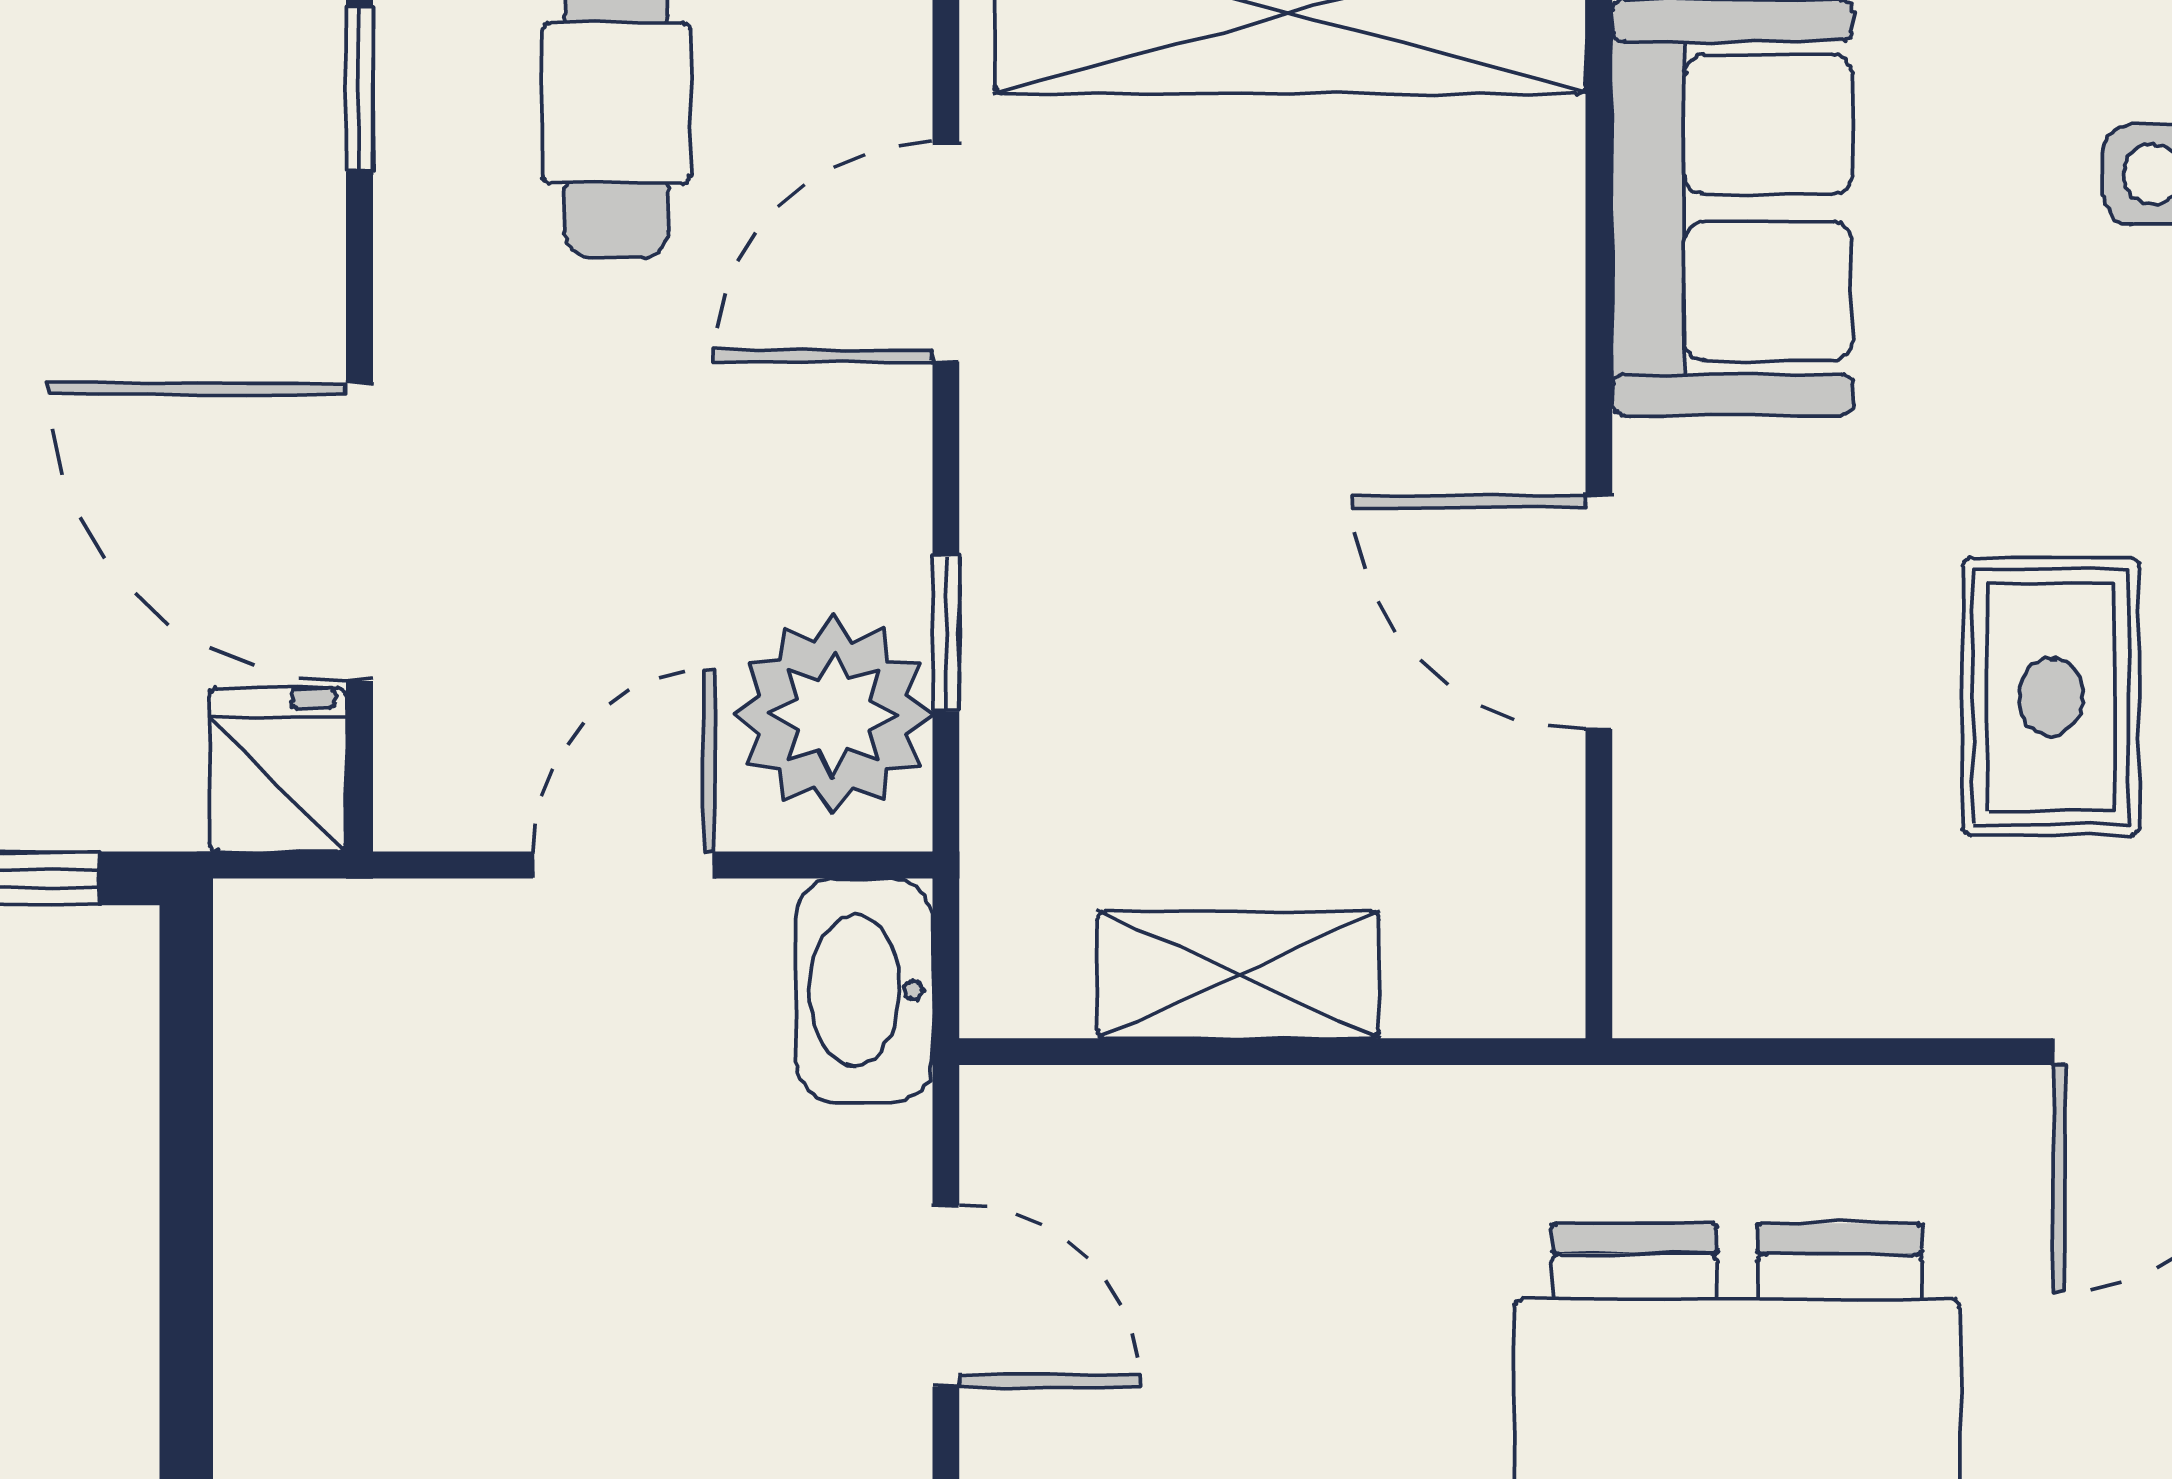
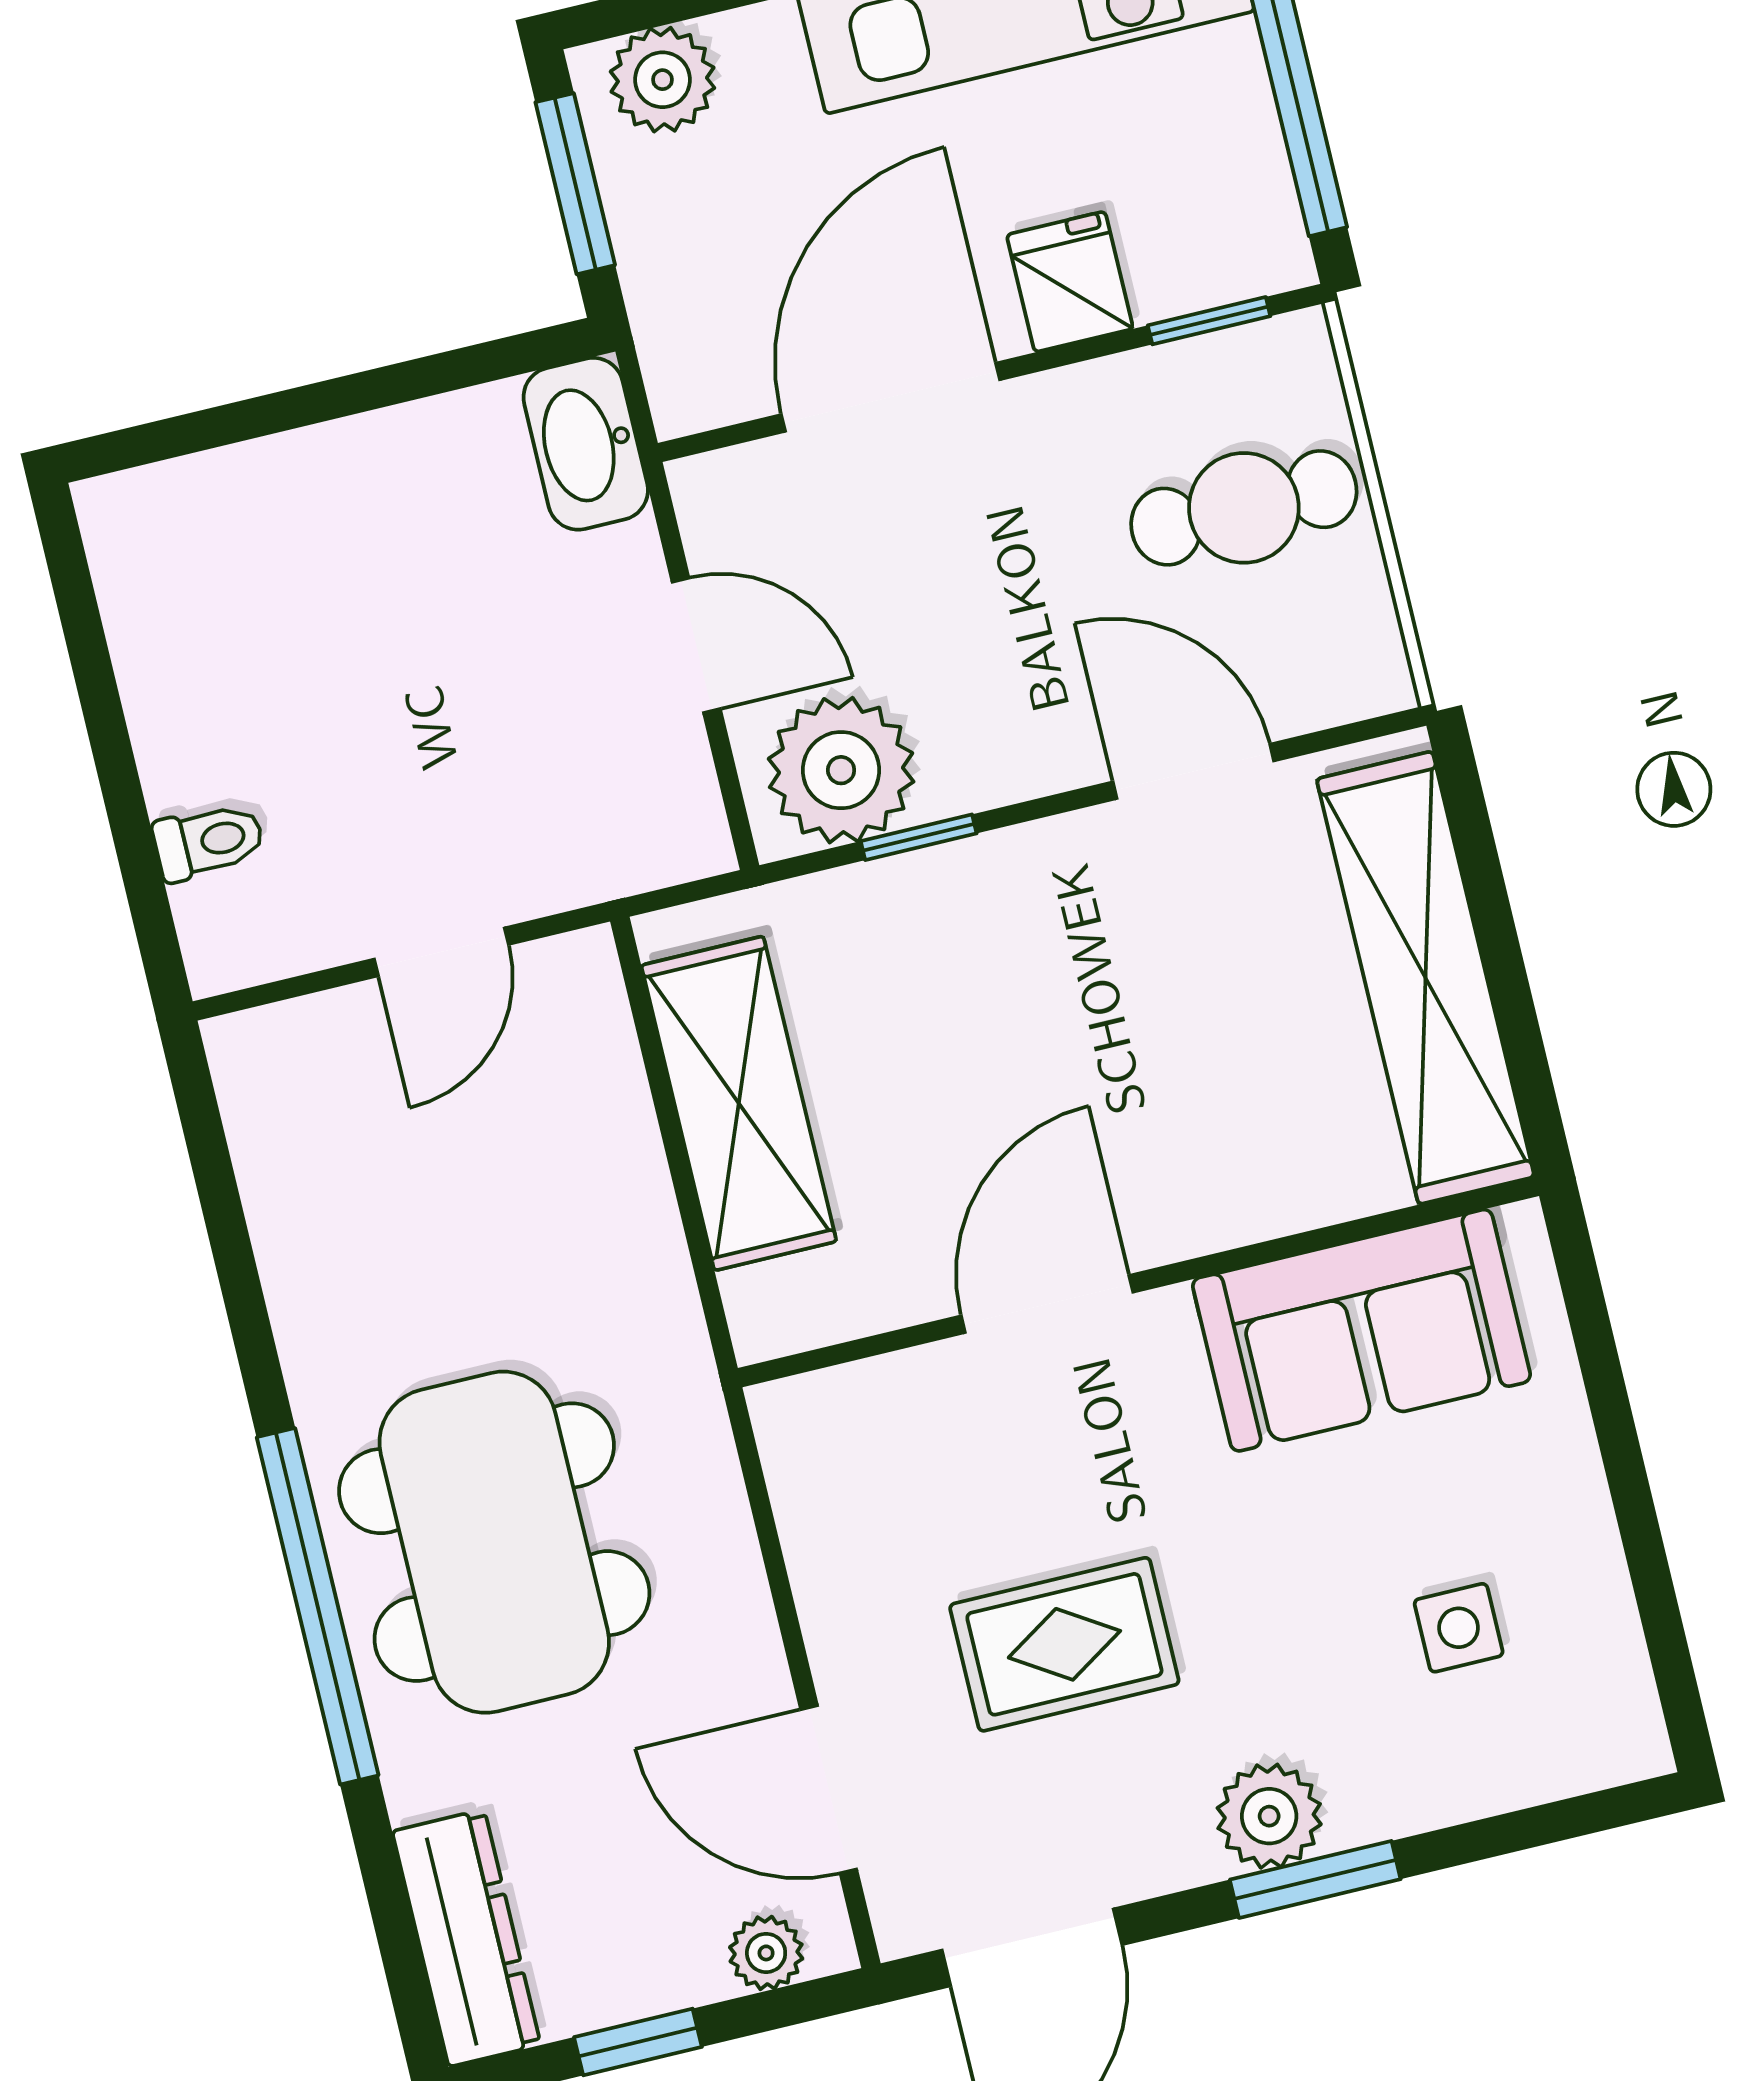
fridge: (278, 770) -> (1070, 282), moved, turned -90
shelving: (1238, 975) -> (739, 1103), width x1.50, depth x1.33
washbasin: (864, 990) -> (586, 444), moved, turned -90

